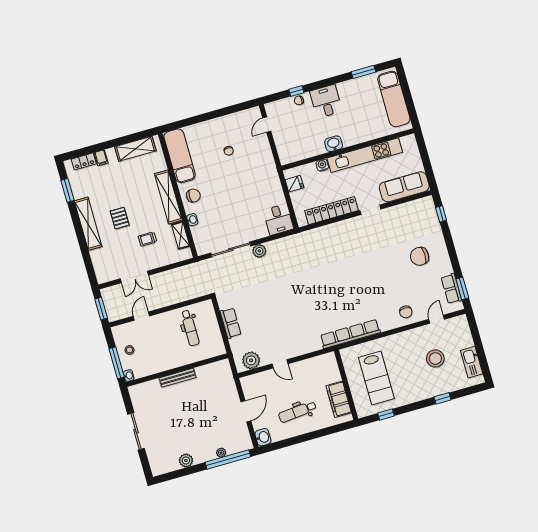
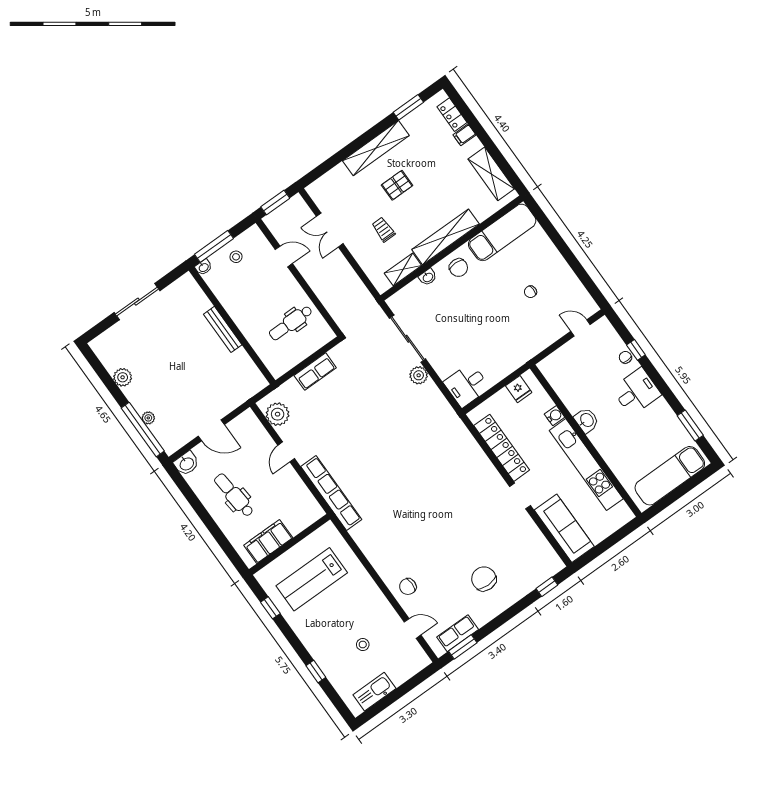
row of seats: (350, 334) -> (331, 493), moved
stool: (435, 358) -> (363, 645), width x0.53, depth x0.53

